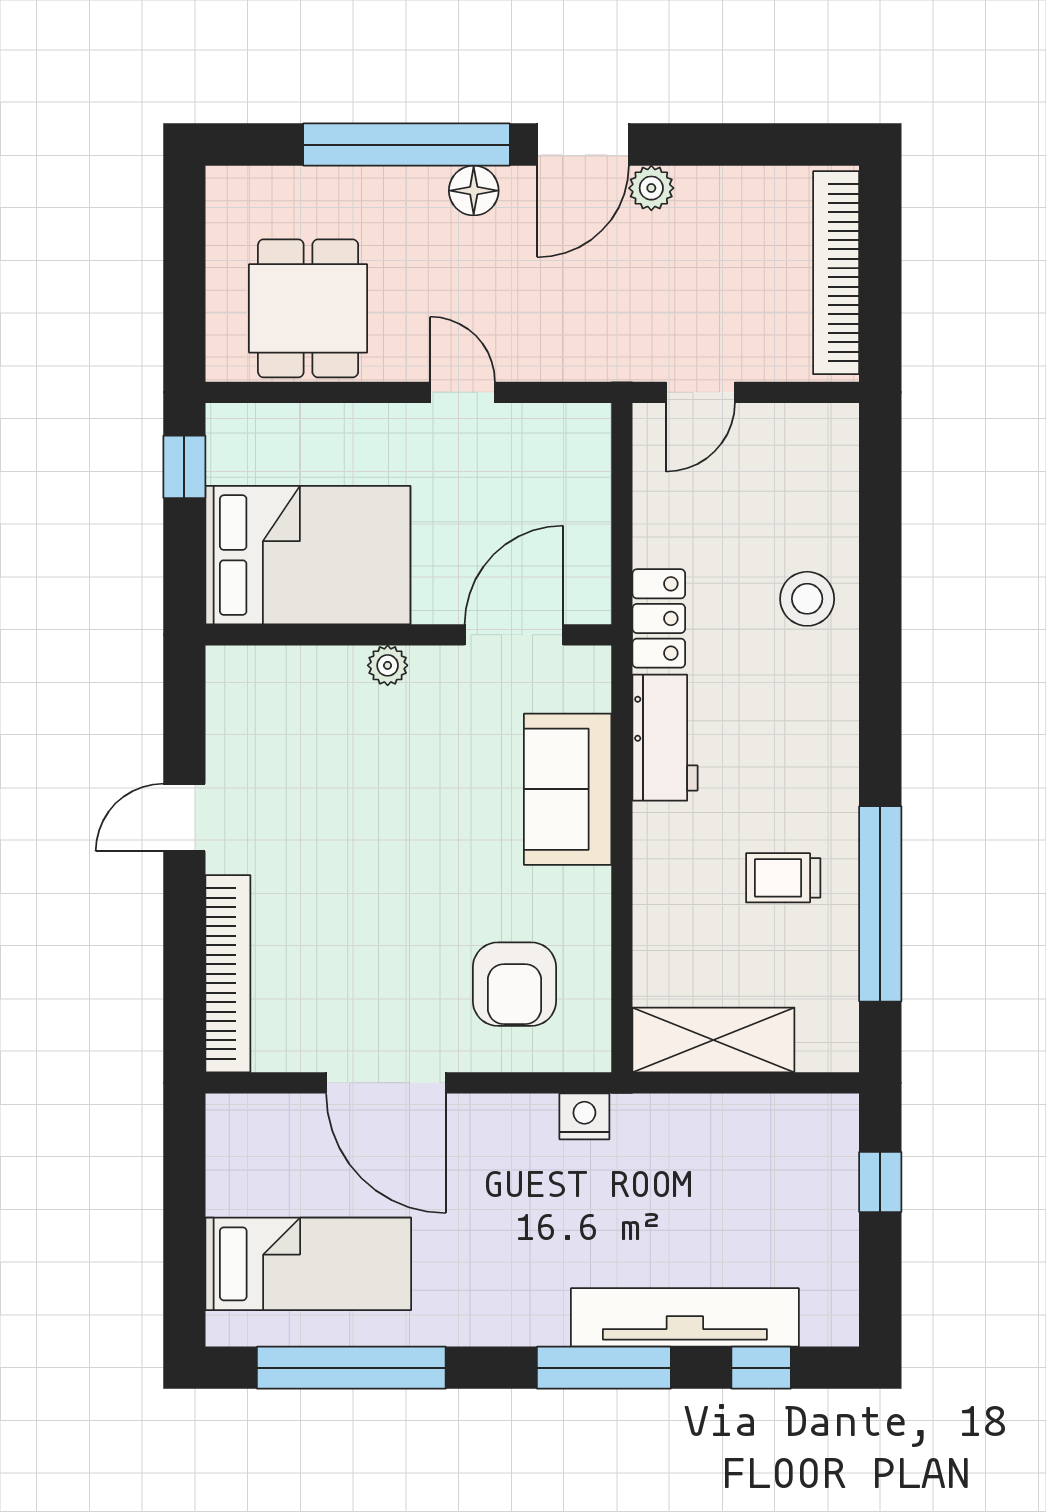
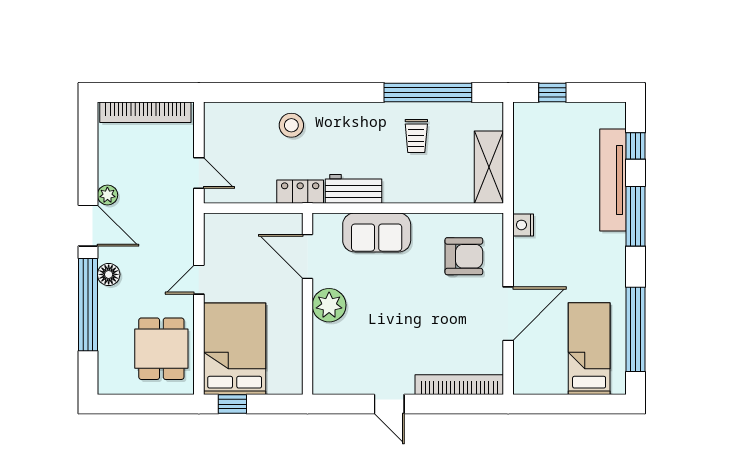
dining table: (308, 308) -> (161, 349), turned 90
bed: (308, 555) -> (235, 349), moved
plant: (388, 665) -> (329, 305), width x1.87, depth x1.87

